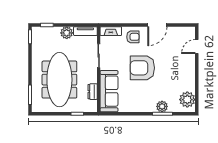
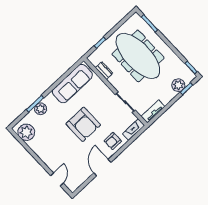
plant: (67, 33) -> (178, 85), moved
armchair: (142, 68) -> (83, 124), turned 90
sofa: (109, 91) -> (72, 84), moved, turned -90

